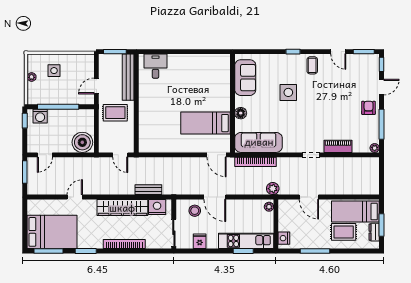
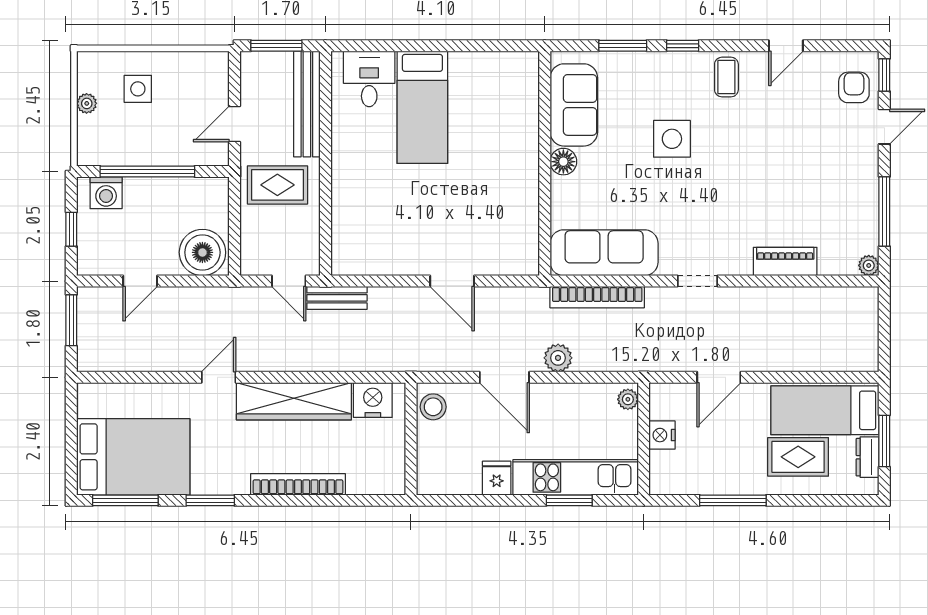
door: (338, 52) -> (786, 46), hinge flipped
window: (364, 52) -> (623, 46), moved
armchair: (369, 108) -> (854, 87), moved
floor lamp: (241, 113) -> (563, 162), moved
window: (25, 121) -> (71, 229), moved
bed: (205, 123) -> (422, 107), moved, turned -90
door: (45, 155) -> (140, 281), moved
door: (217, 155) -> (452, 281), moved
doorway: (311, 155) -> (698, 281), moved
plant: (273, 189) -> (558, 358), moved
bench: (148, 190) -> (337, 298), moved
door: (75, 197) -> (219, 377), moved
door: (309, 197) -> (719, 377), hinge flipped
stool: (195, 211) -> (433, 407), moved
sliding door: (174, 233) -> (411, 458), removed
nightstand: (284, 238) -> (662, 435), moved
fridge: (200, 241) -> (497, 478), moved

